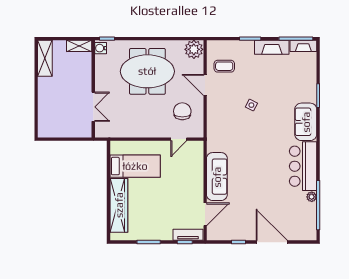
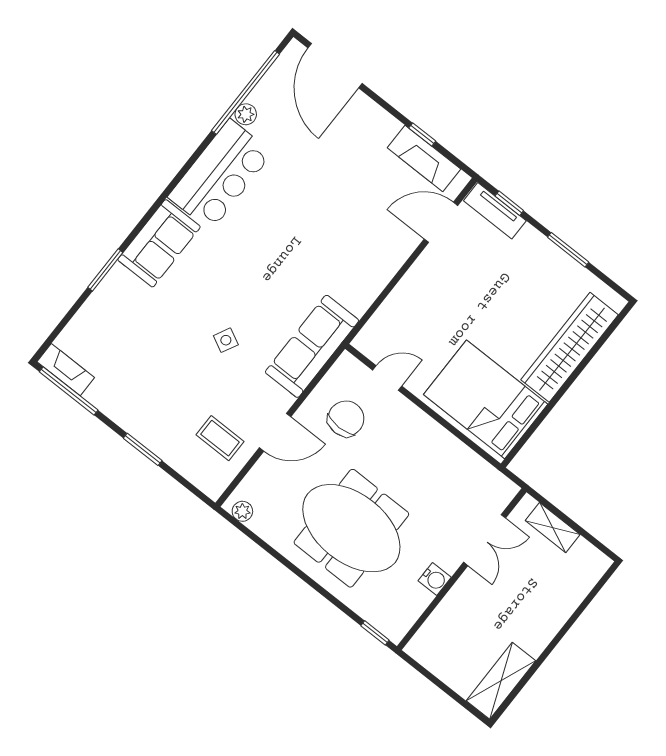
shelving: (79, 46) -> (553, 528), moved
fireplace: (272, 47) -> (424, 158), moved, turned 180
water cooler: (101, 48) -> (435, 579), moved
plant: (194, 49) -> (242, 511), width x0.53, depth x0.53
door: (205, 85) -> (275, 432), hinge flipped
double door: (93, 107) -> (485, 540), swing flipped
chair: (182, 111) -> (346, 419), turned 180
bed: (135, 166) -> (486, 399), width x1.50
sofa: (217, 177) -> (312, 346), moved
door: (272, 242) -> (335, 66), moved

